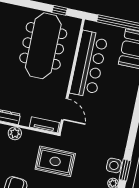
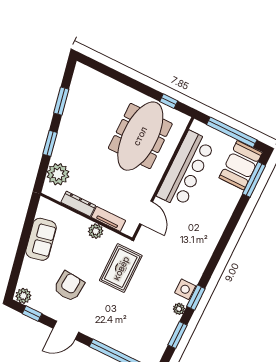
tv unit: (44, 125) -> (108, 219), moved
plant: (15, 133) -> (96, 231), moved
rug: (55, 161) -> (121, 268), turned 90

